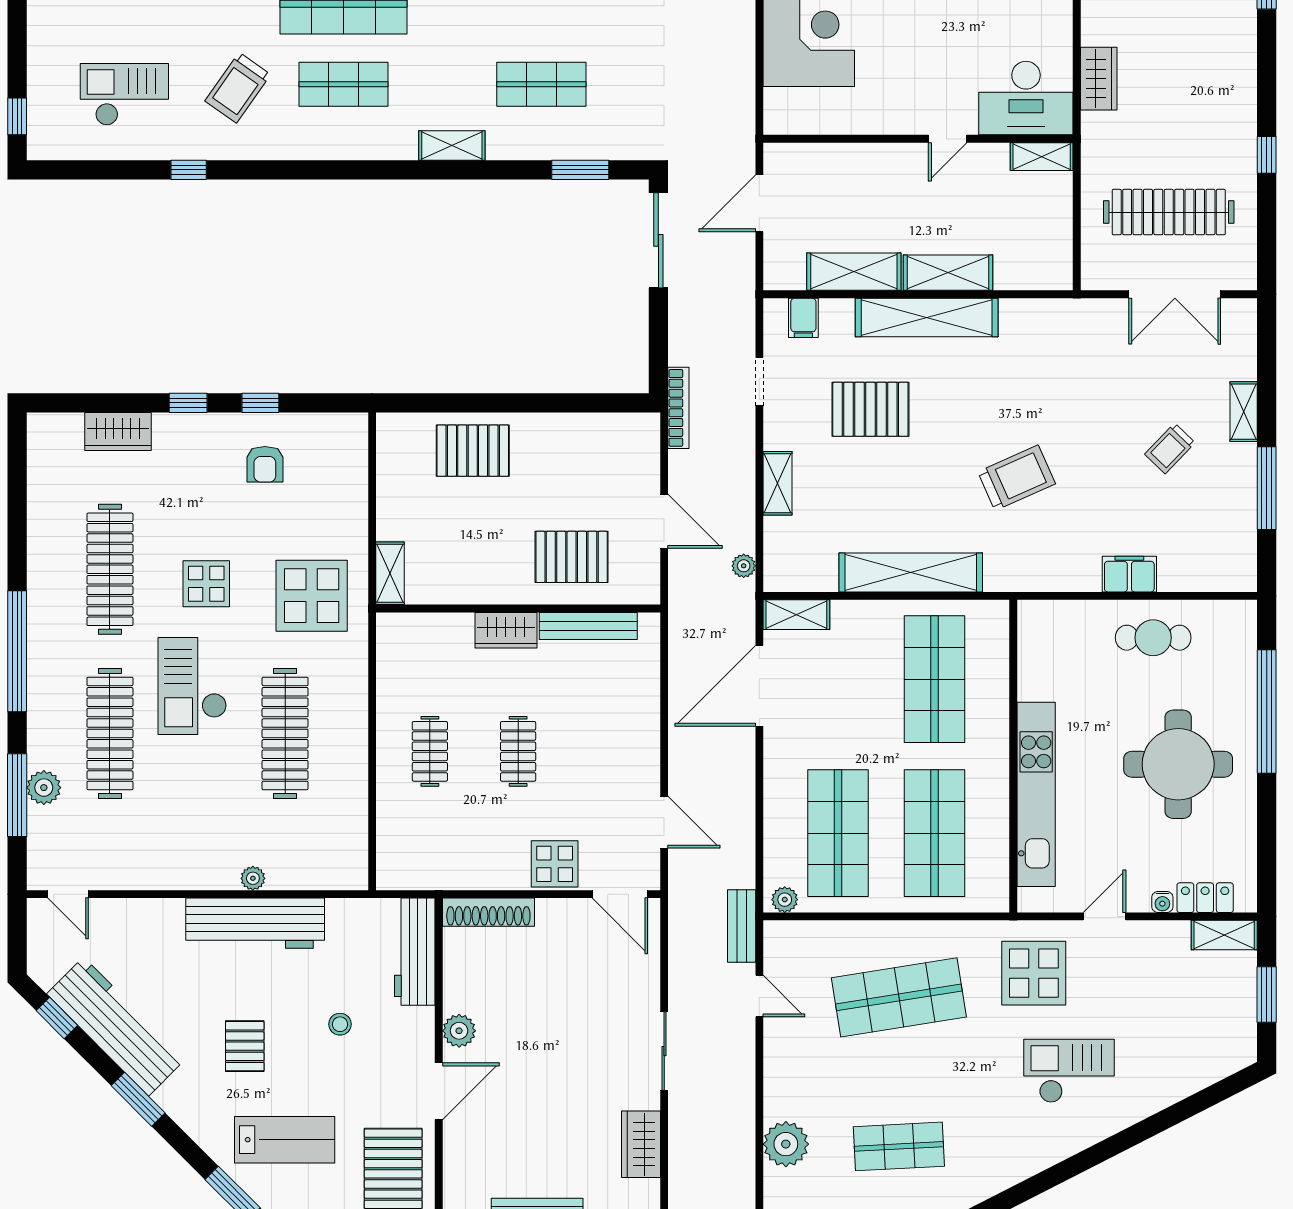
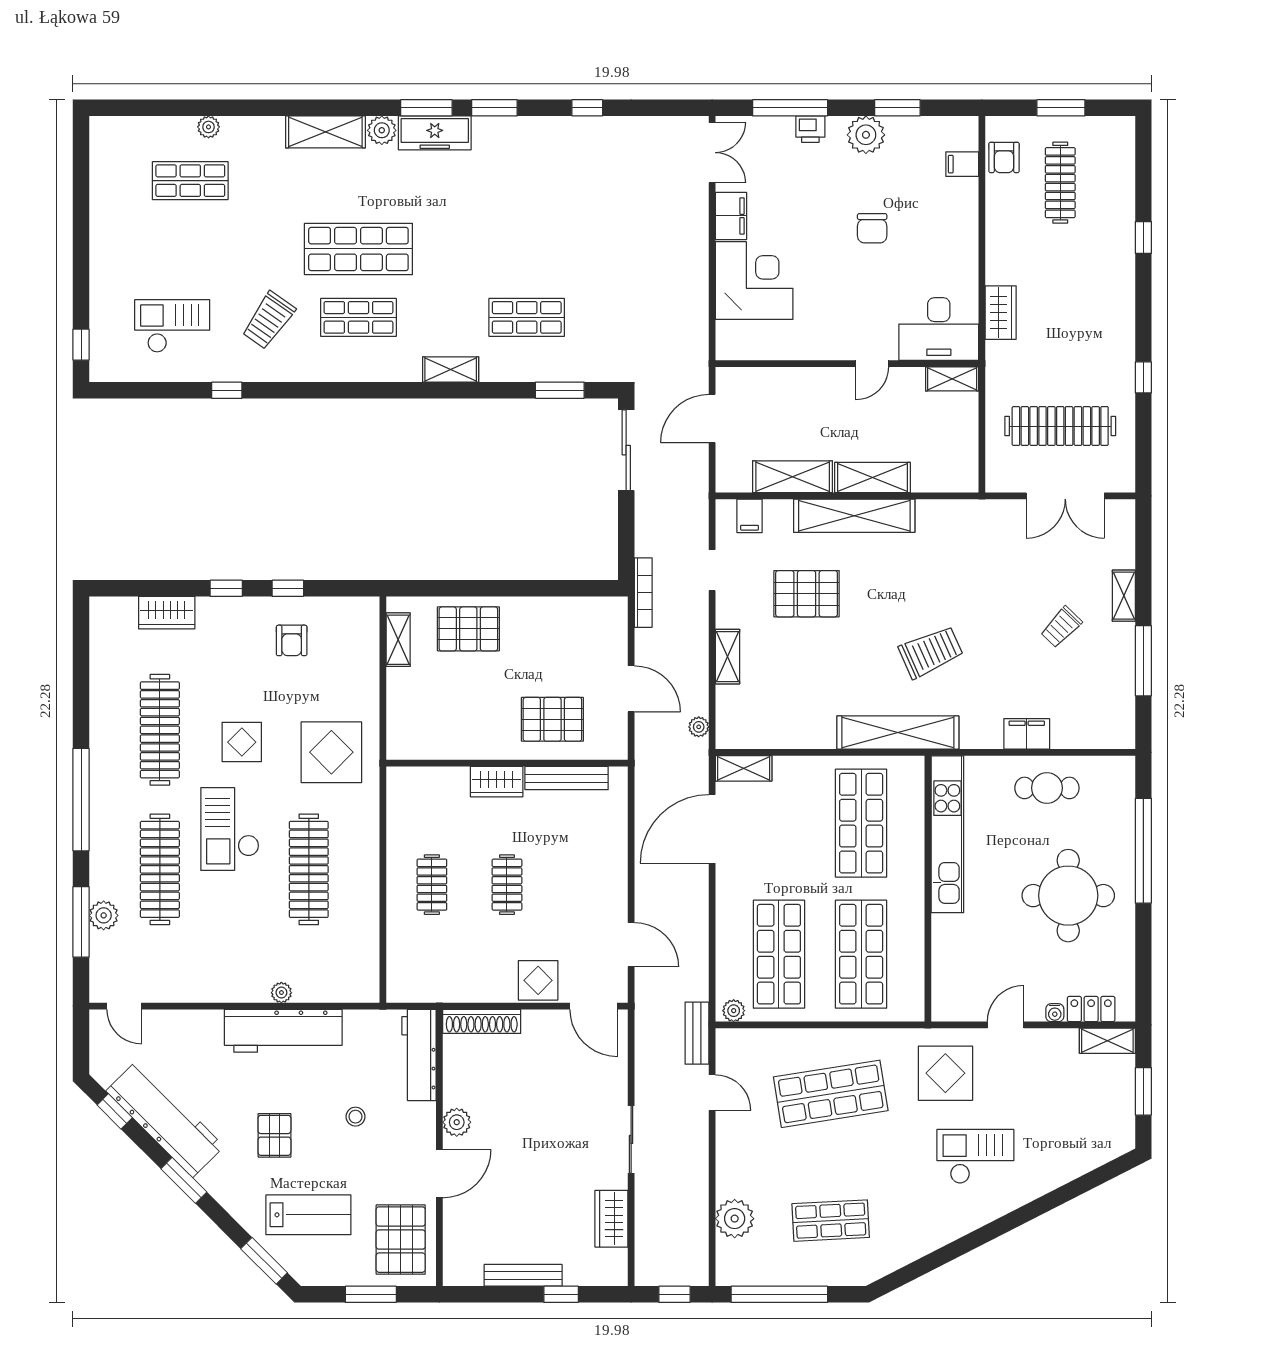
shelving: (911, 572) -> (898, 733), moved
shelving: (390, 573) -> (398, 640), moved
kitchen unit: (1036, 794) -> (947, 834), moved

